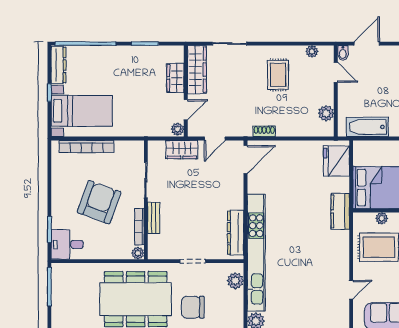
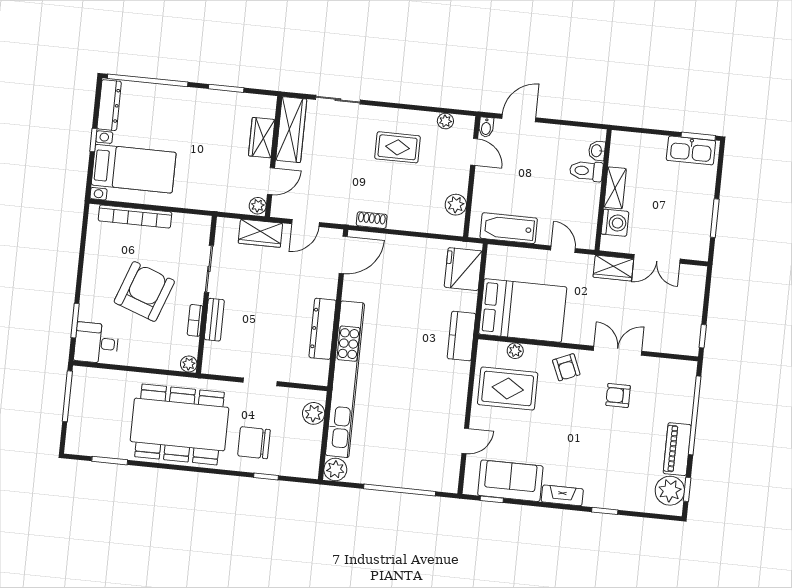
rug: (278, 75) -> (398, 147), turned 90
bookcase: (139, 227) -> (195, 320), width x0.64
dresser: (236, 233) -> (322, 329), moved

